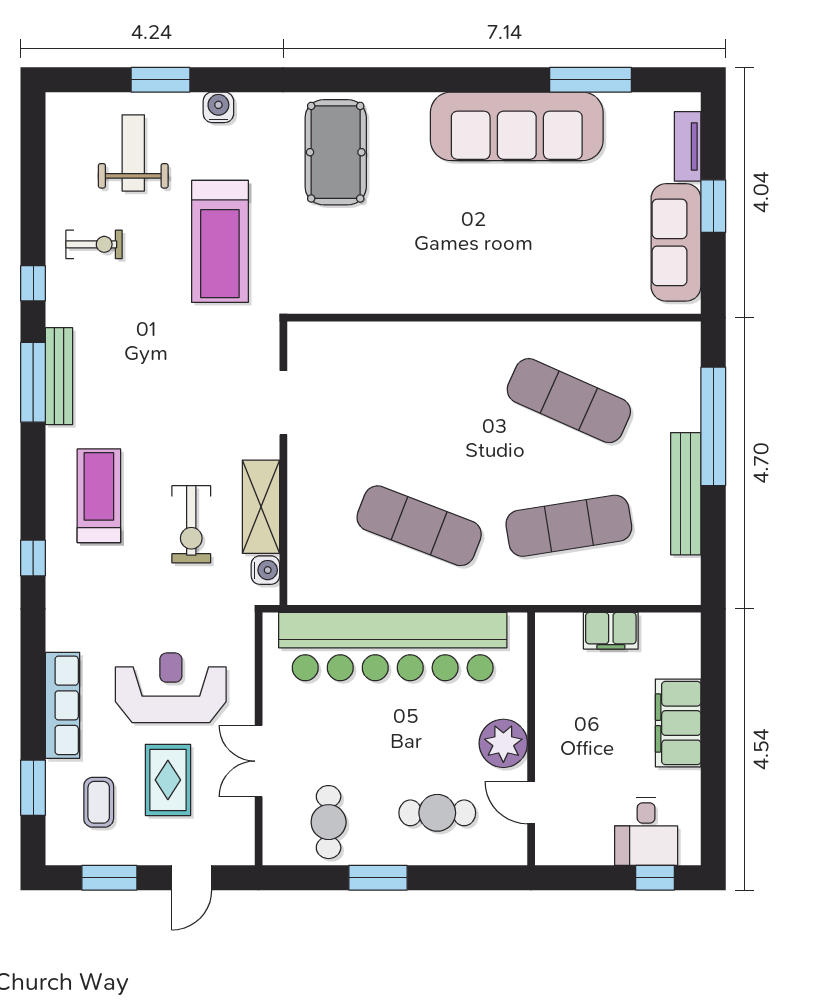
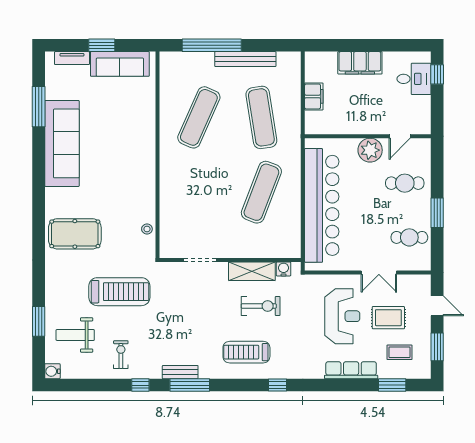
water cooler: (218, 107) -> (52, 371), moved
stool: (345, 297) -> (147, 229), added
bench: (59, 376) -> (180, 372), width x0.73
reception desk: (171, 688) -> (342, 316), turned 180
cafe table: (437, 813) -> (405, 183), turned 90

